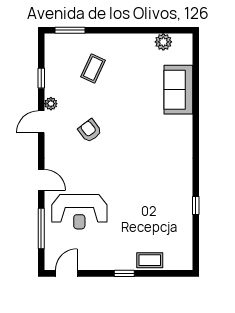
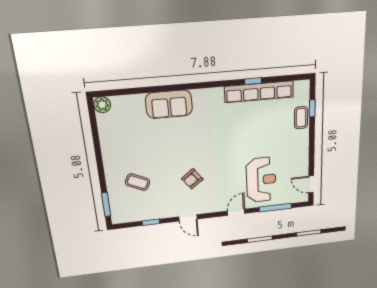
plant: (163, 42) -> (102, 105), moved
sofa: (178, 90) -> (169, 104), moved
plant: (51, 104) -> (172, 212), removed
row of seats: (183, 212) -> (259, 92), added
window: (124, 273) -> (312, 108), moved

